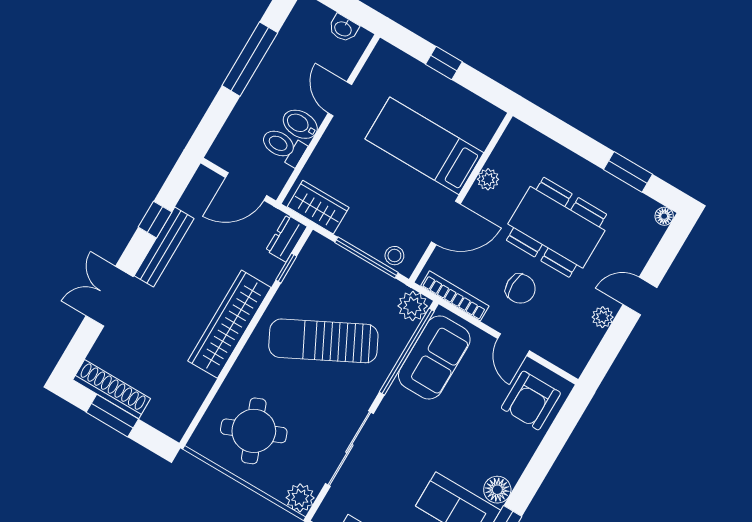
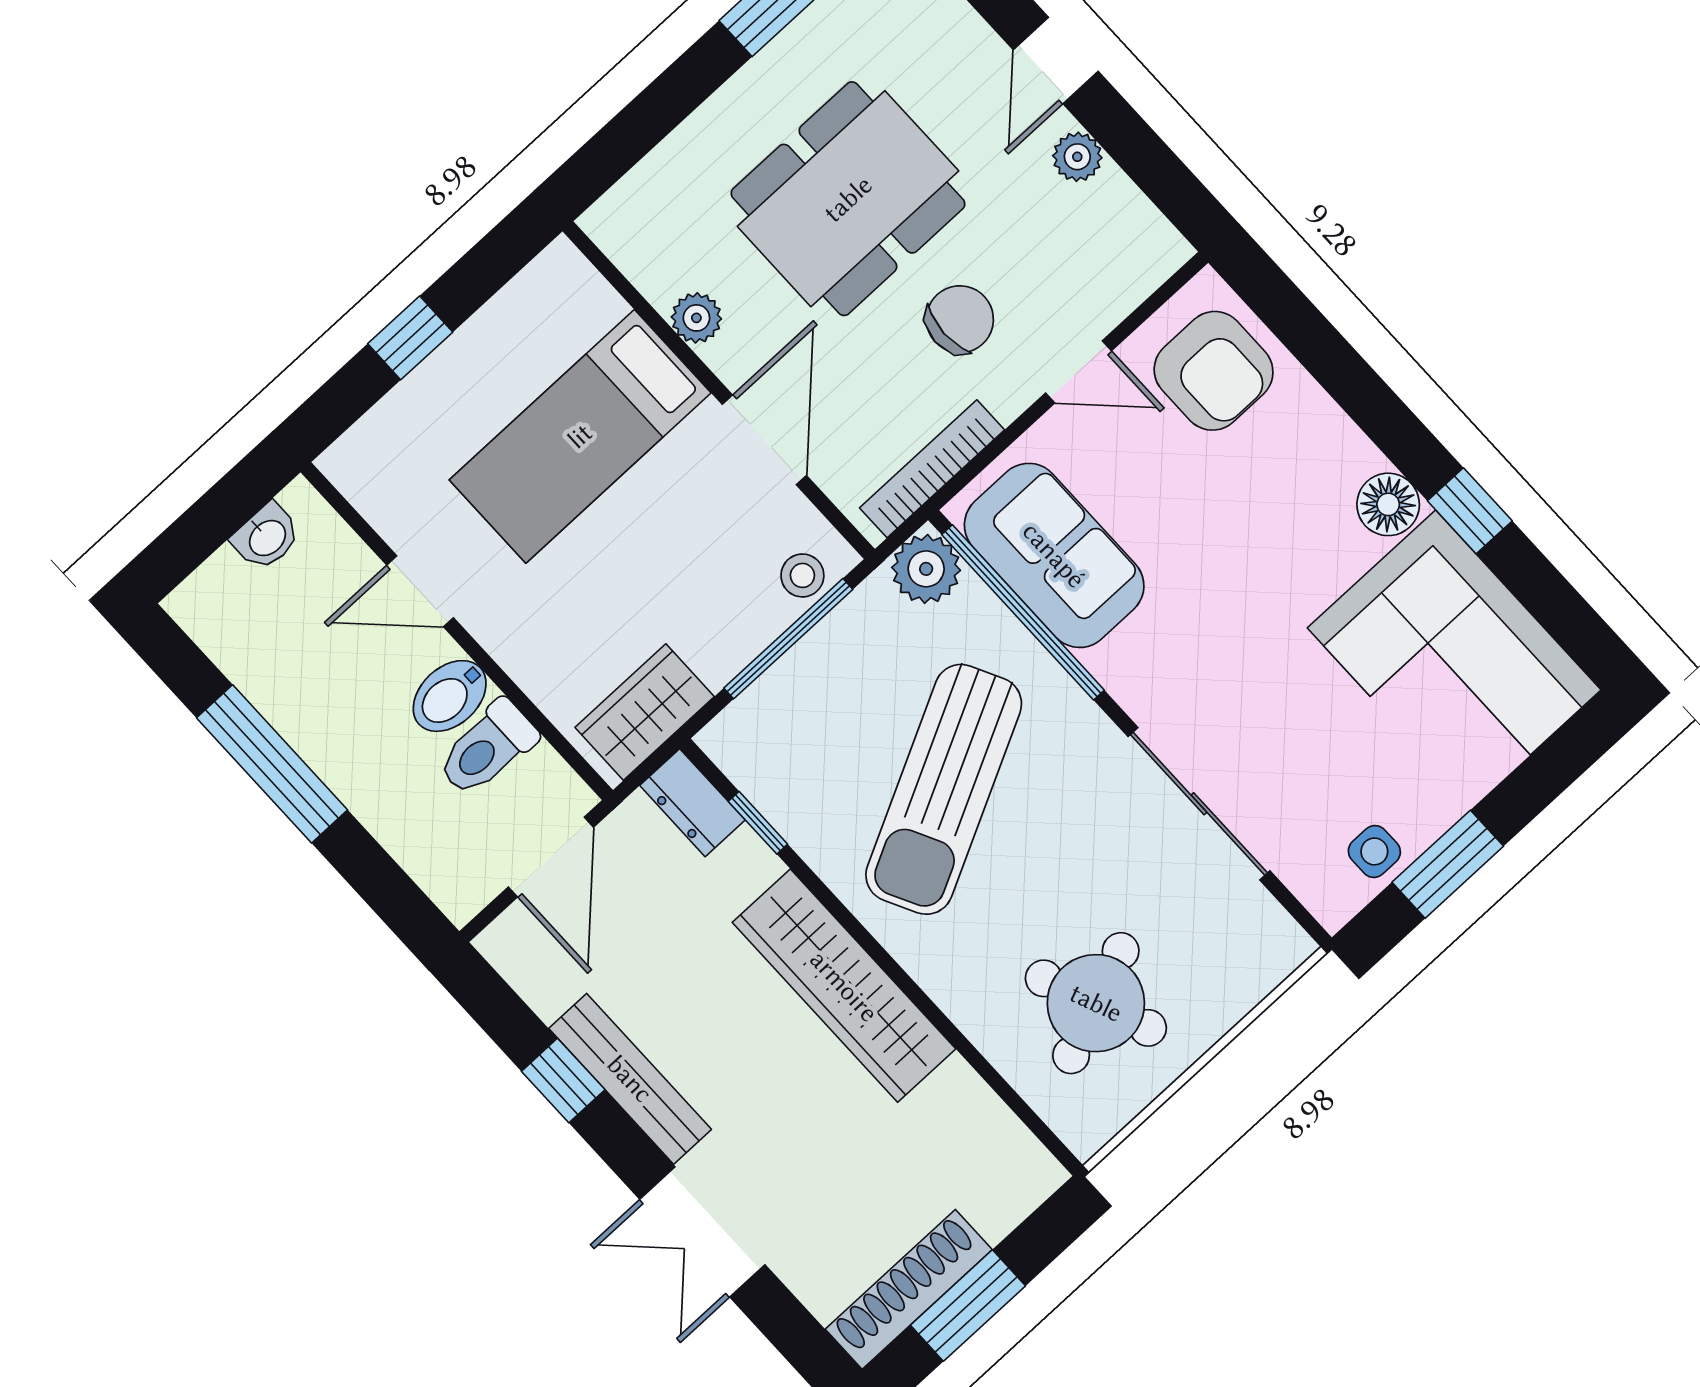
plant: (300, 498) -> (1275, 945), removed

